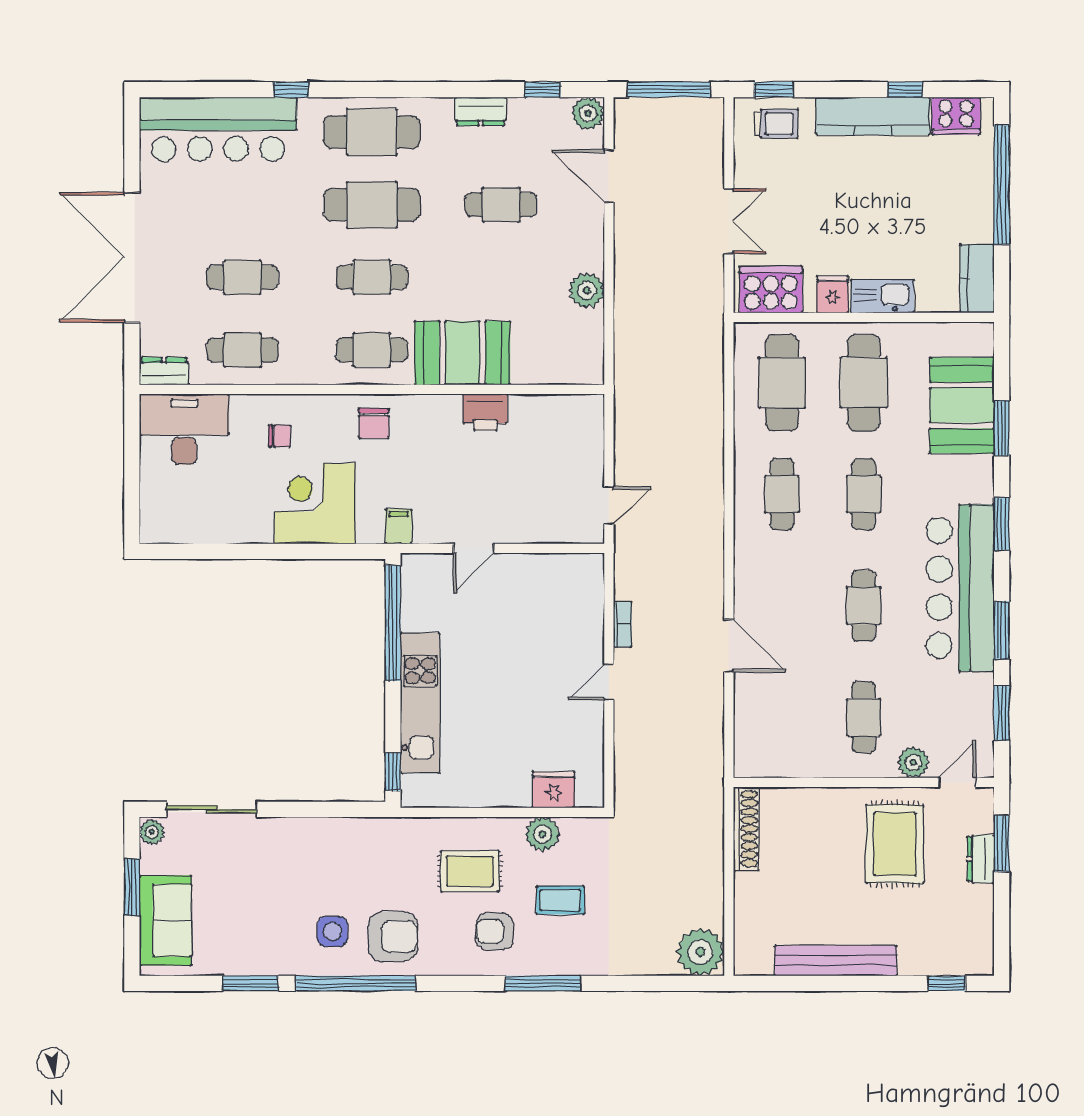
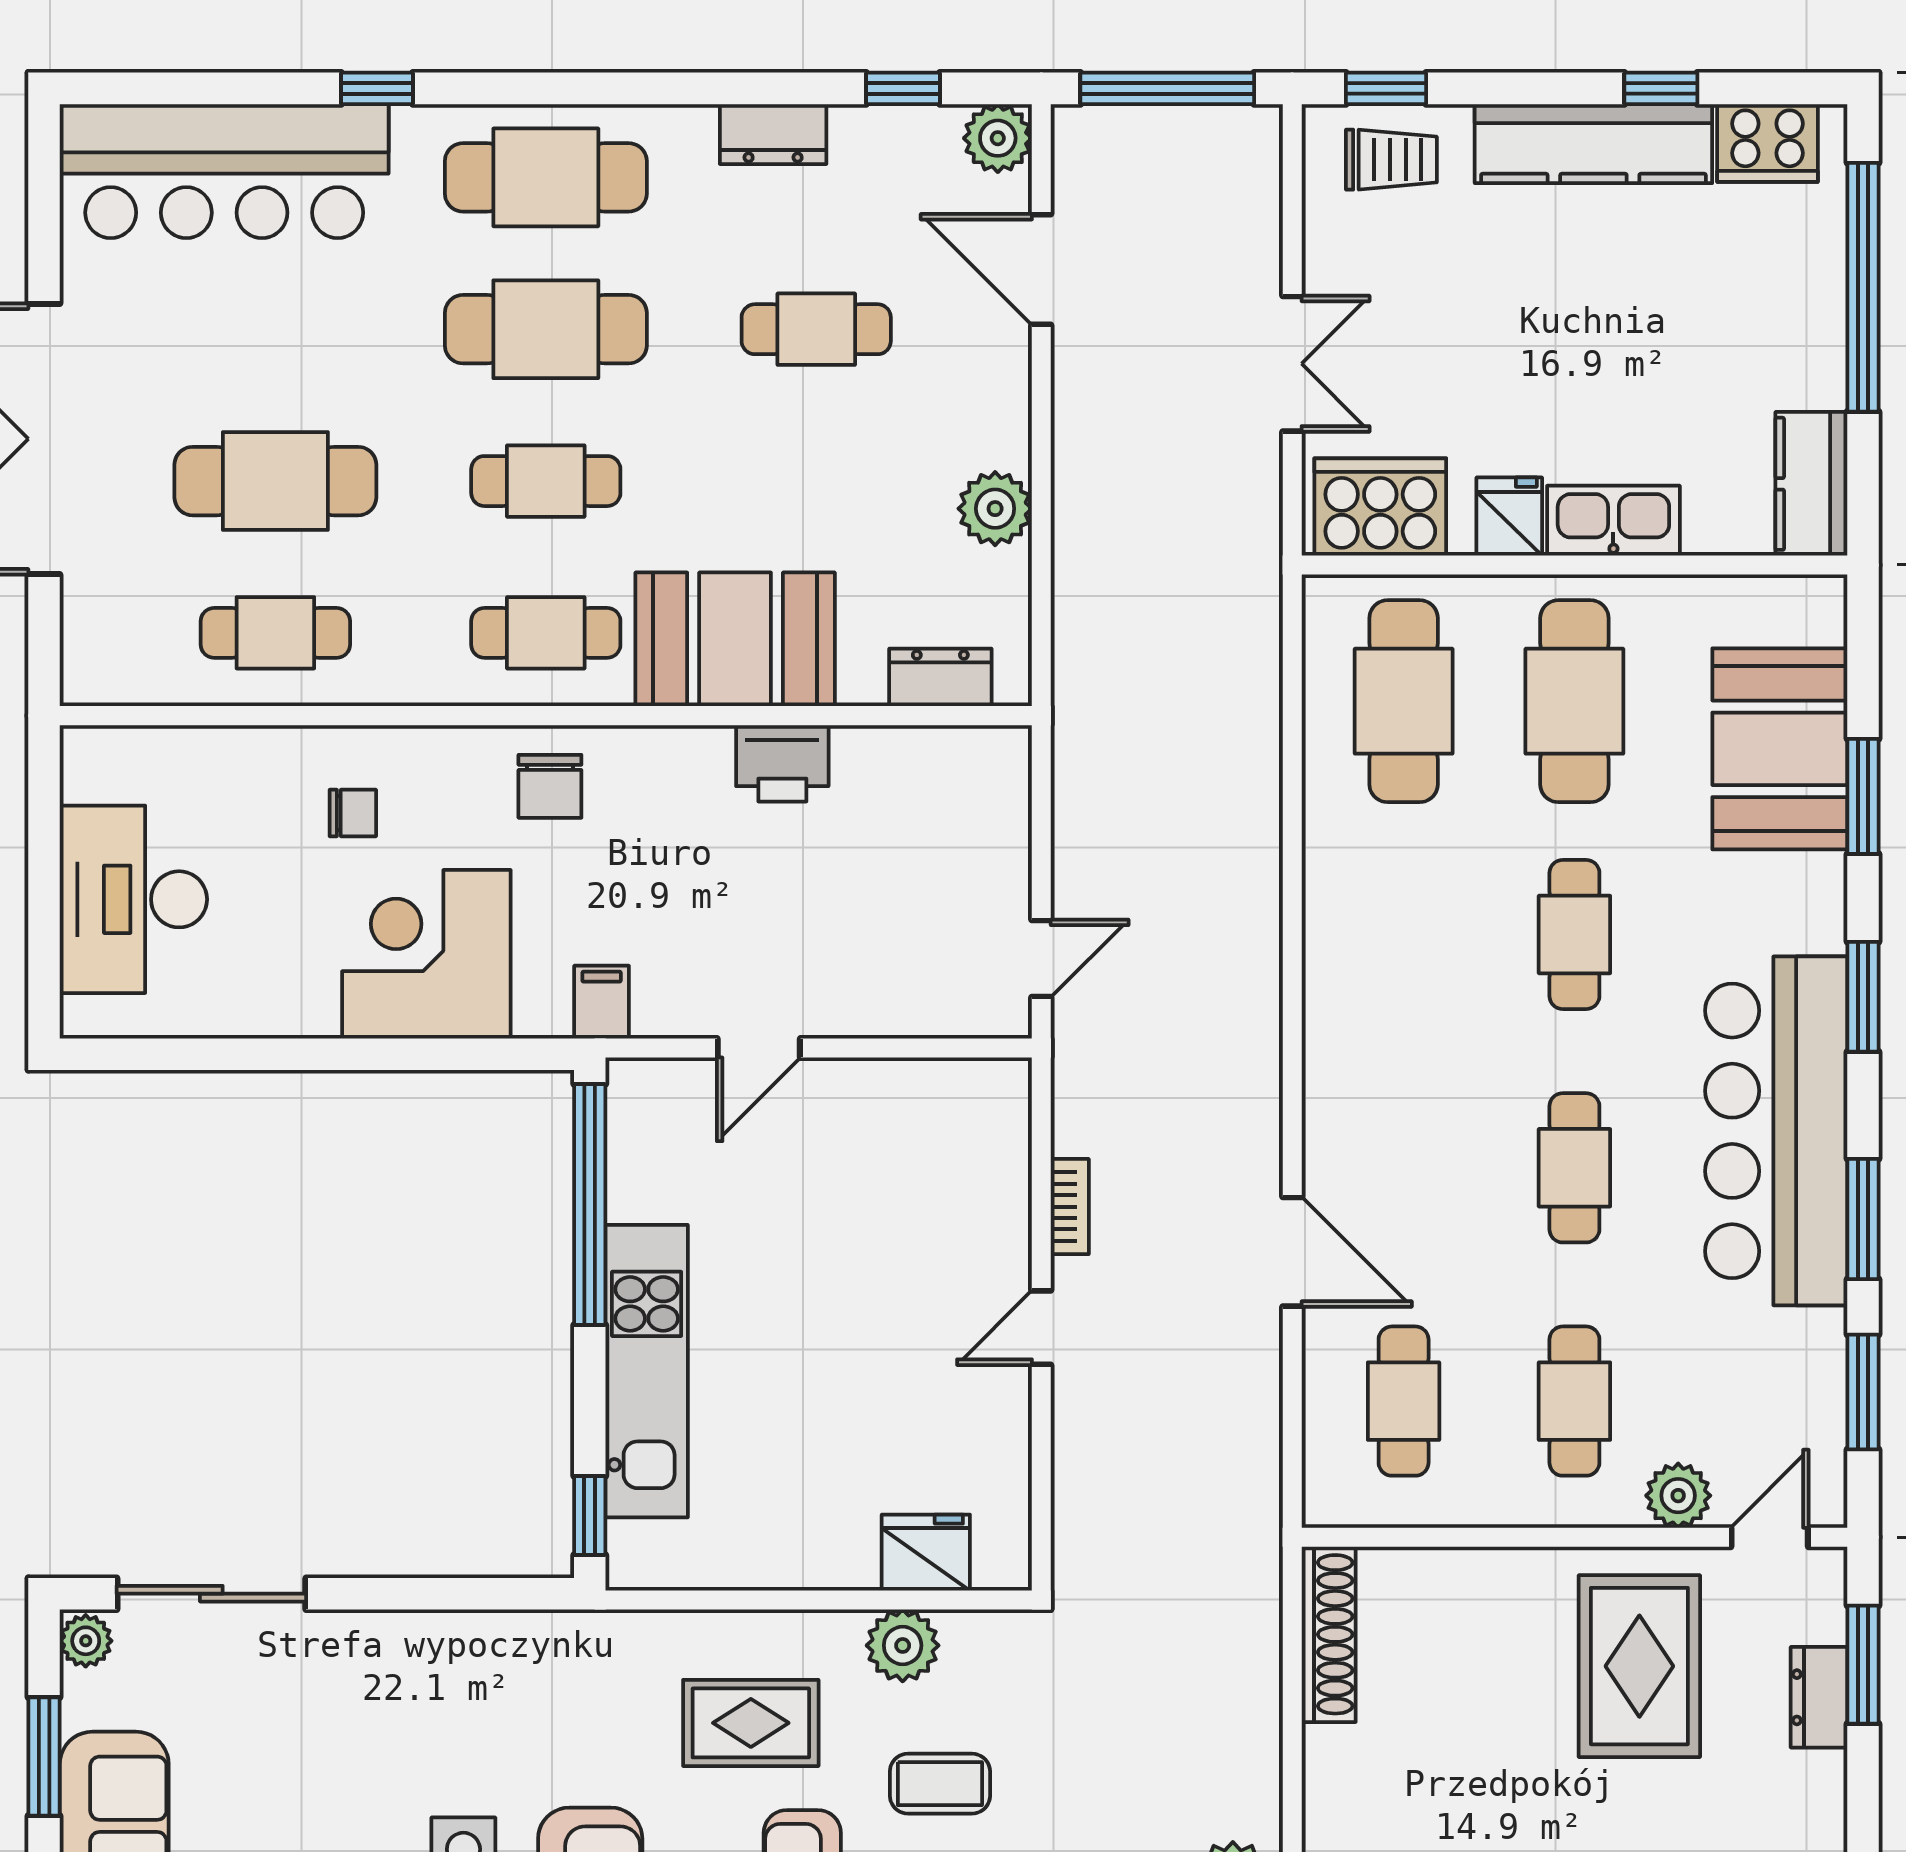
cafe table: (243, 277) -> (275, 481), width x1.37, depth x1.35
dresser: (164, 371) -> (940, 677), moved
desk: (184, 429) -> (133, 899), moved, turned -90
cafe table: (782, 494) -> (1404, 1401), moved

